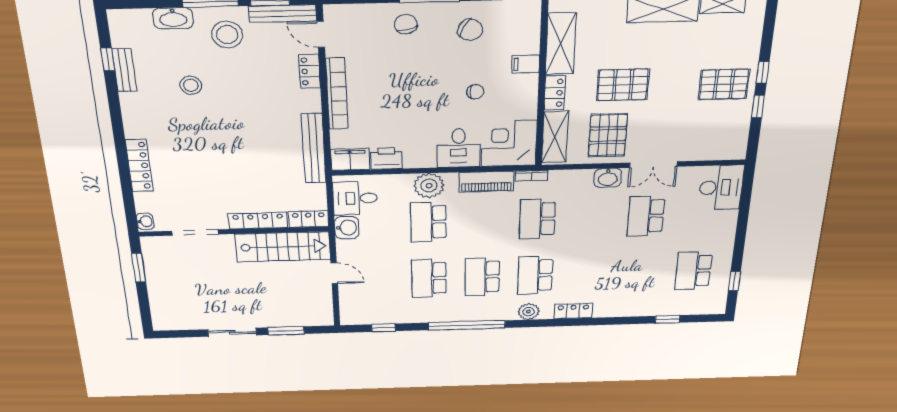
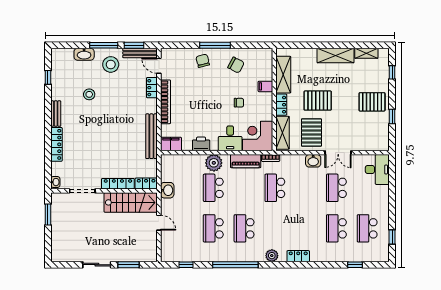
bench: (124, 70) -> (56, 114), moved
window: (763, 73) -> (392, 72), moved
printer: (386, 158) -> (201, 144), moved
desk: (355, 198) -> (173, 170), removed
school desk: (535, 275) -> (336, 228), moved

